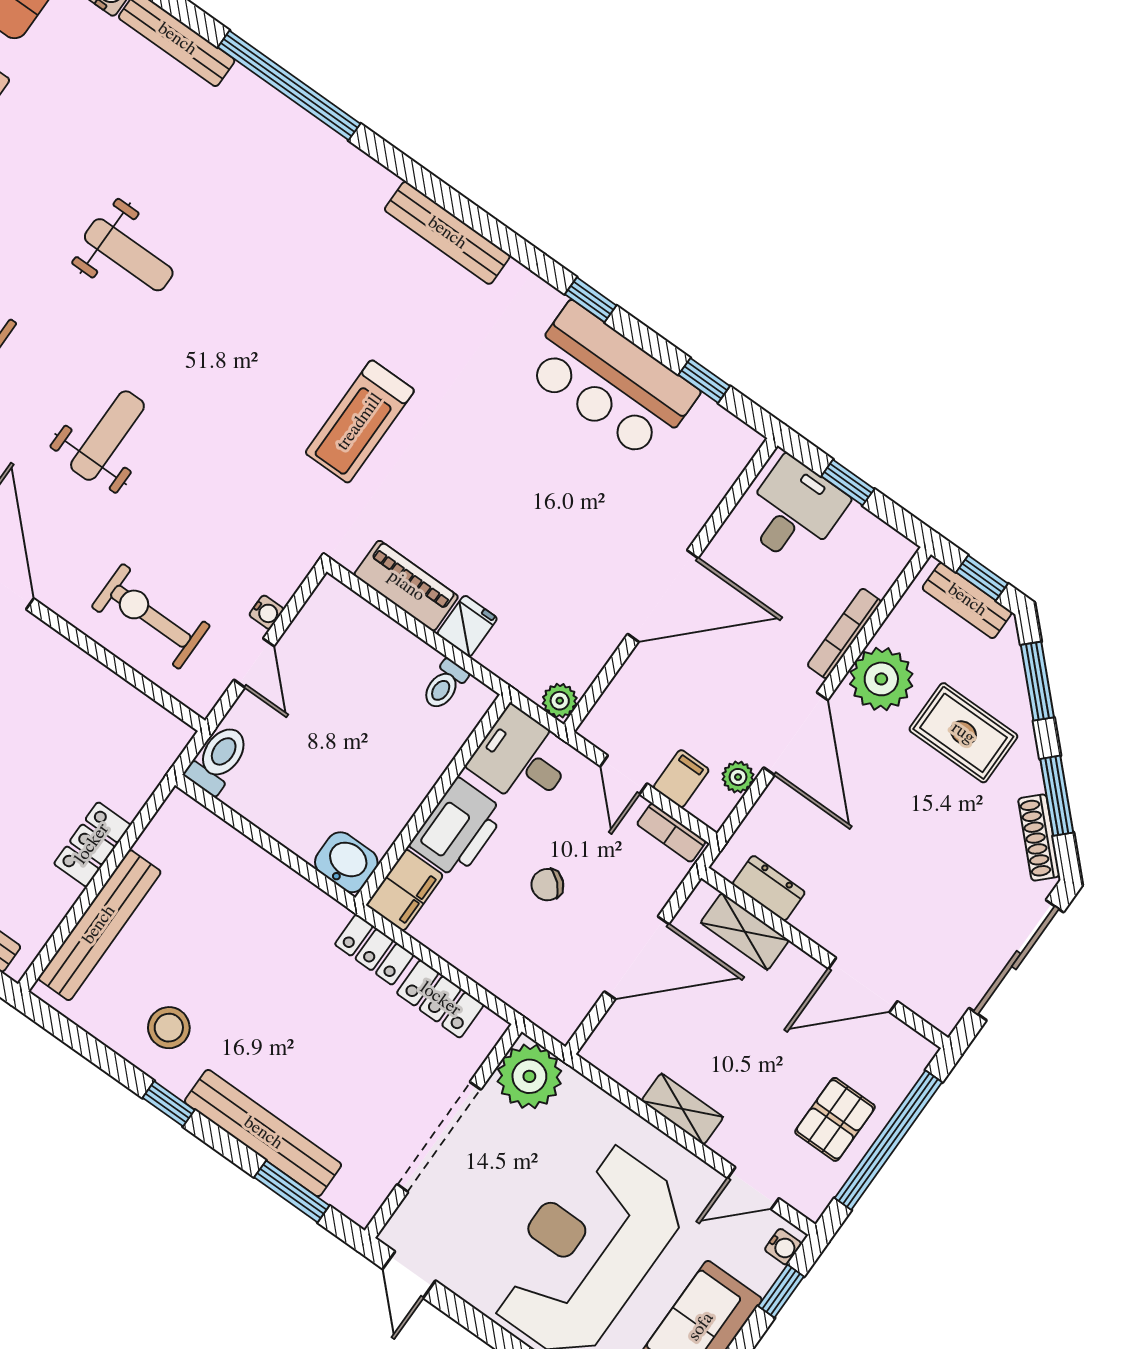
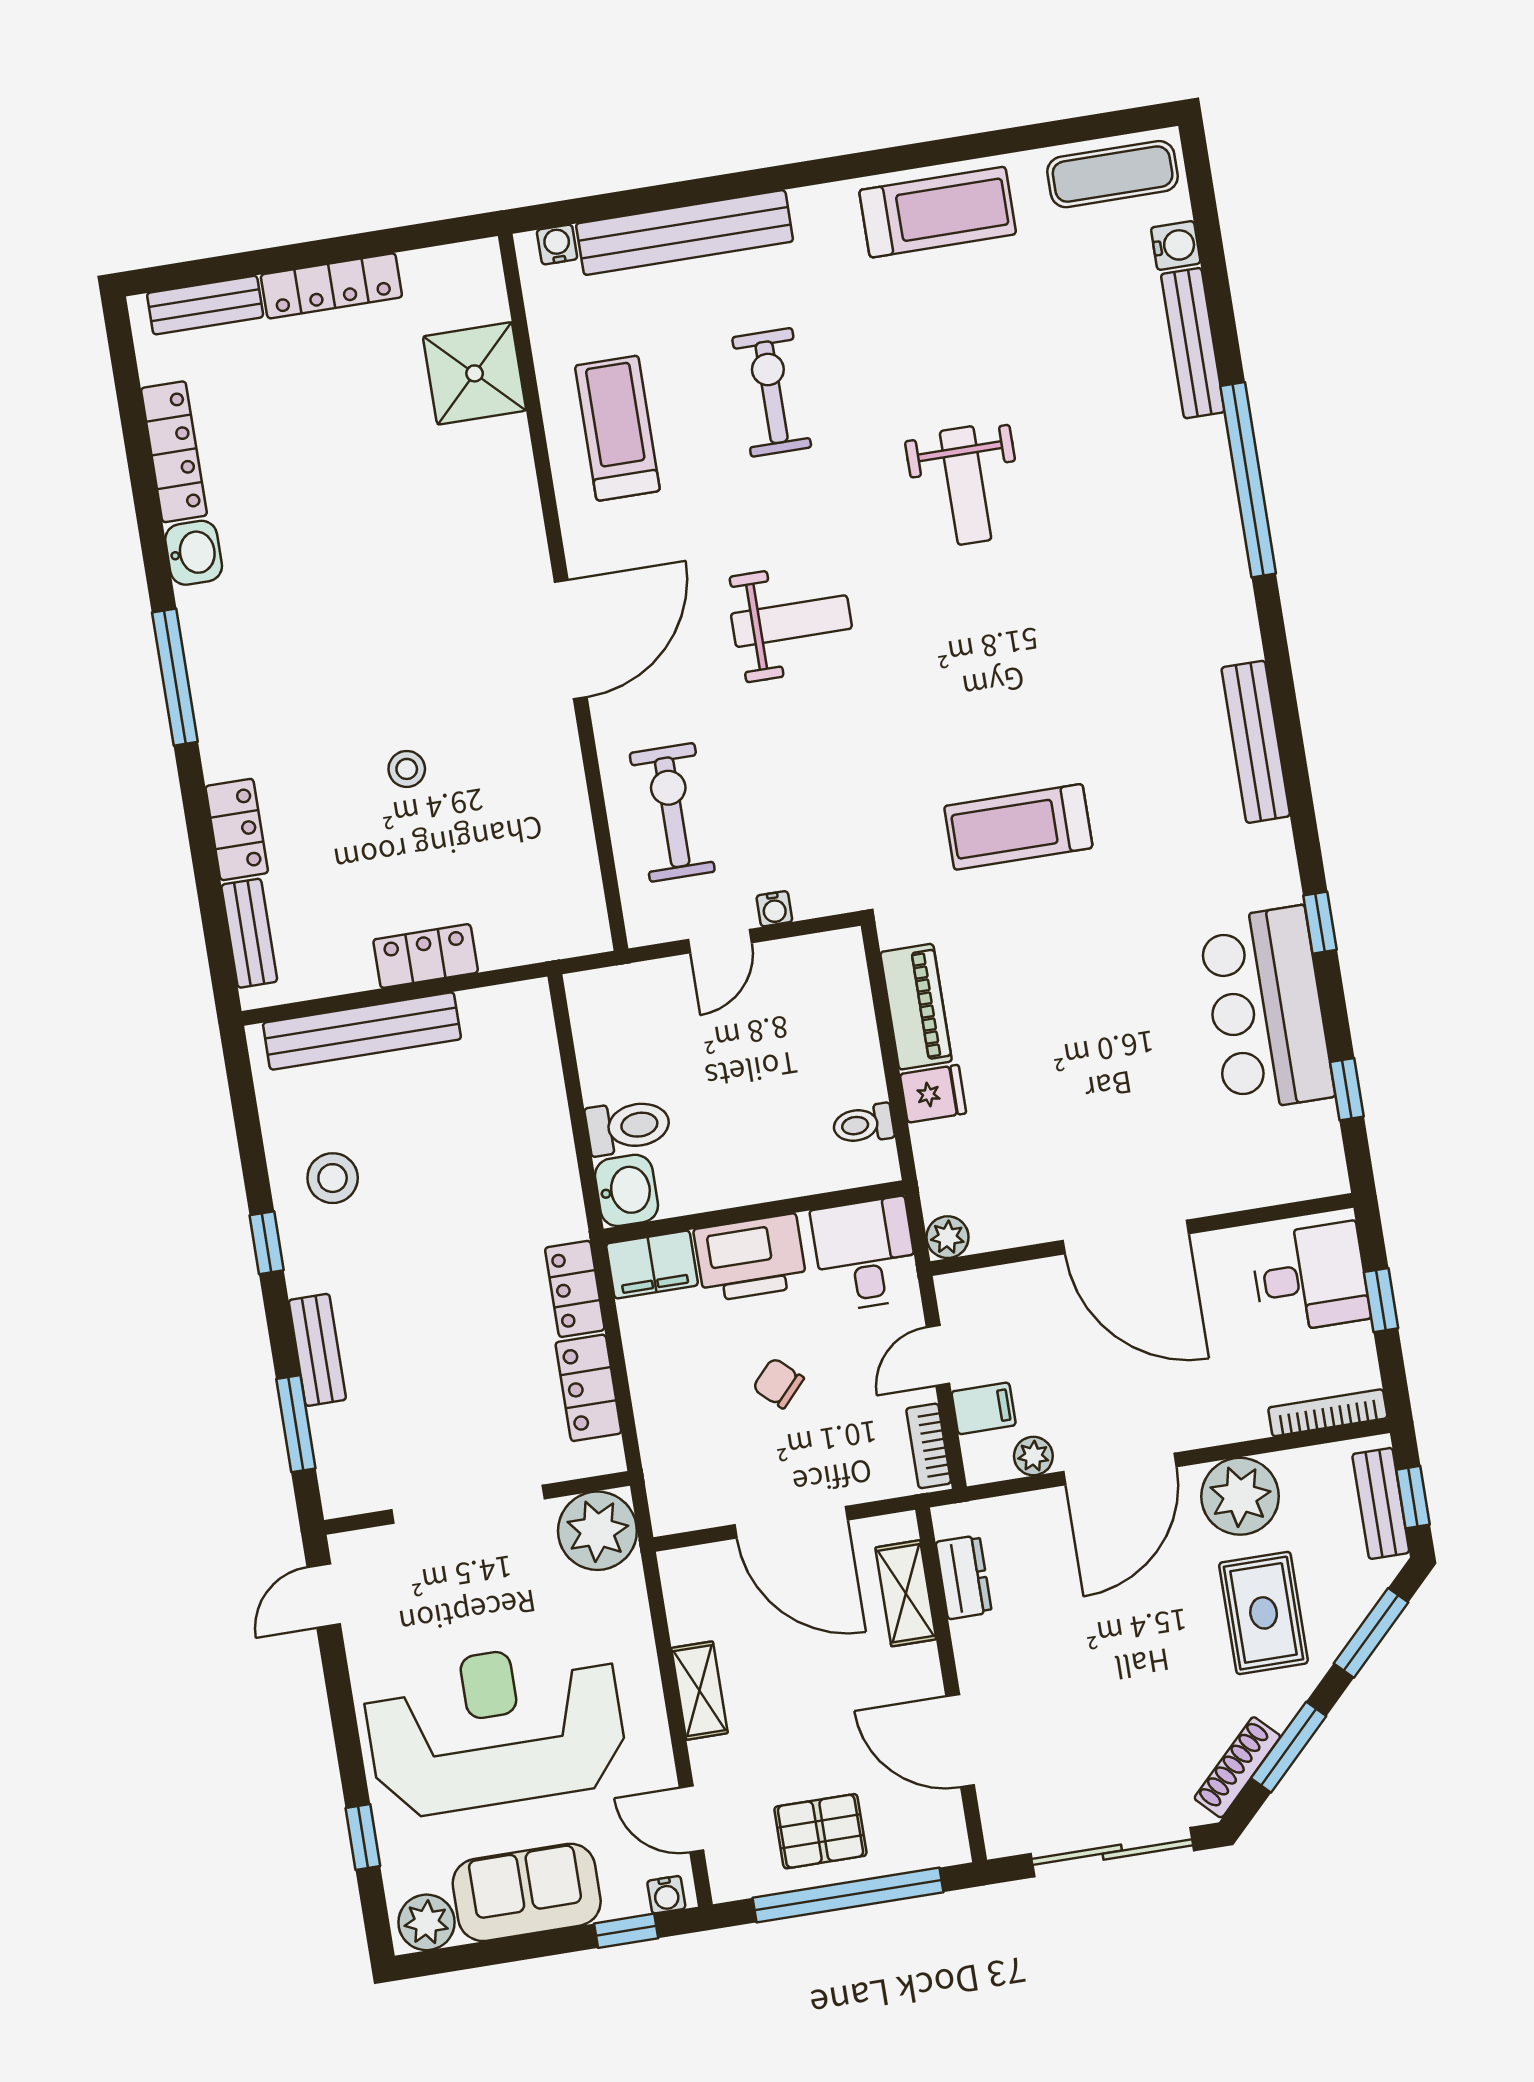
bookcase: (844, 634) -> (1328, 1413), moved
toilet: (218, 759) -> (628, 1126), moved
bench: (263, 1133) -> (317, 1350), width x0.54, depth x0.82

